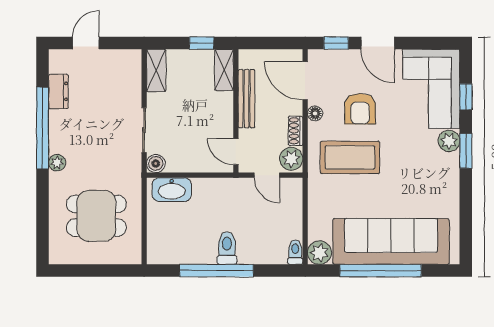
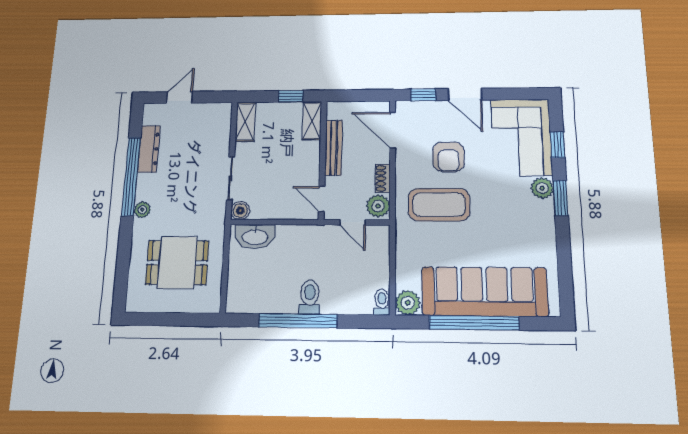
dresser: (58, 91) -> (149, 149), width x1.44
floor lamp: (315, 113) -> (403, 161), removed

